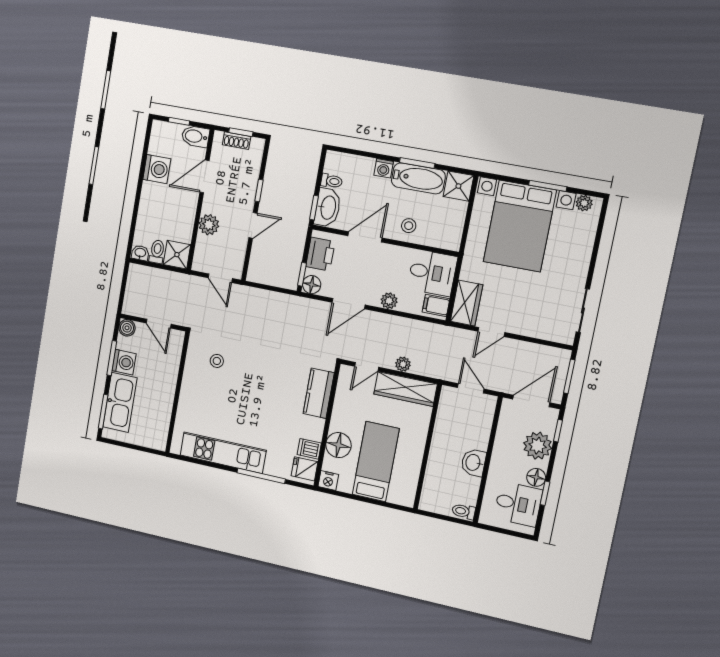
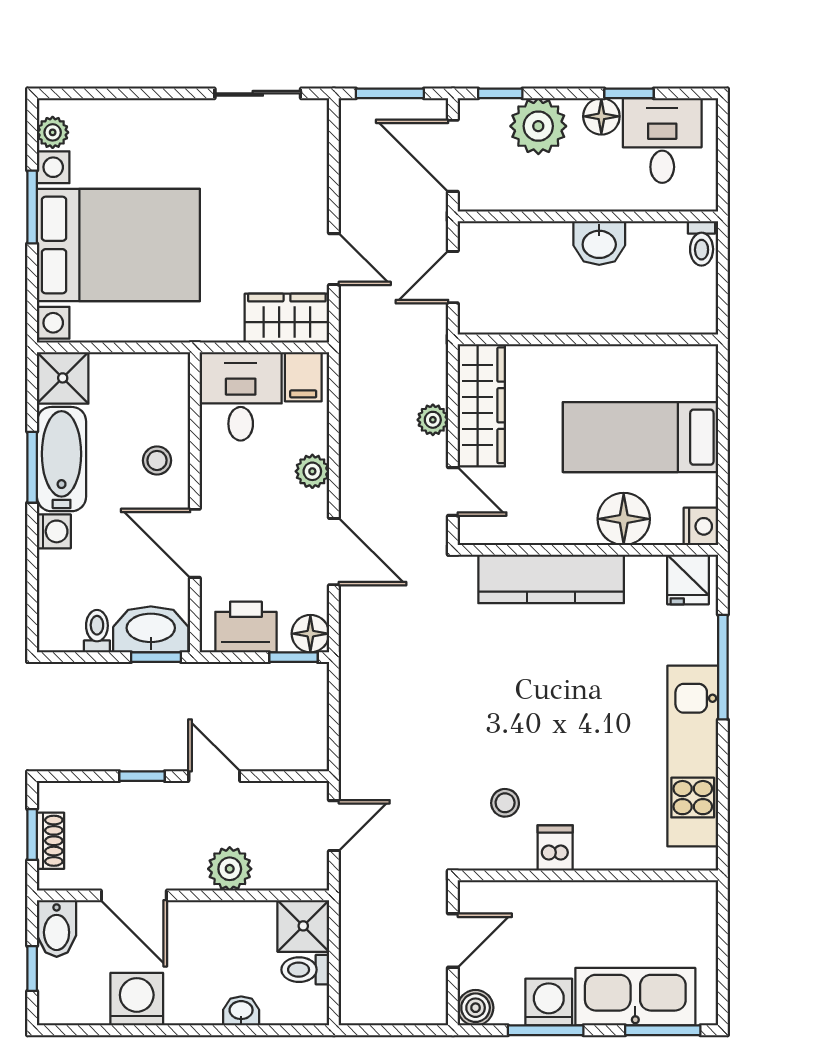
washbasin: (140, 253) -> (241, 1011), moved, turned 90
kitchen counter: (319, 393) -> (551, 579), width x1.50
dishwasher: (309, 449) -> (555, 848), moved, turned 180

